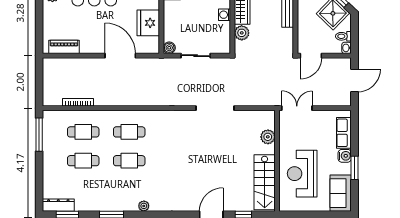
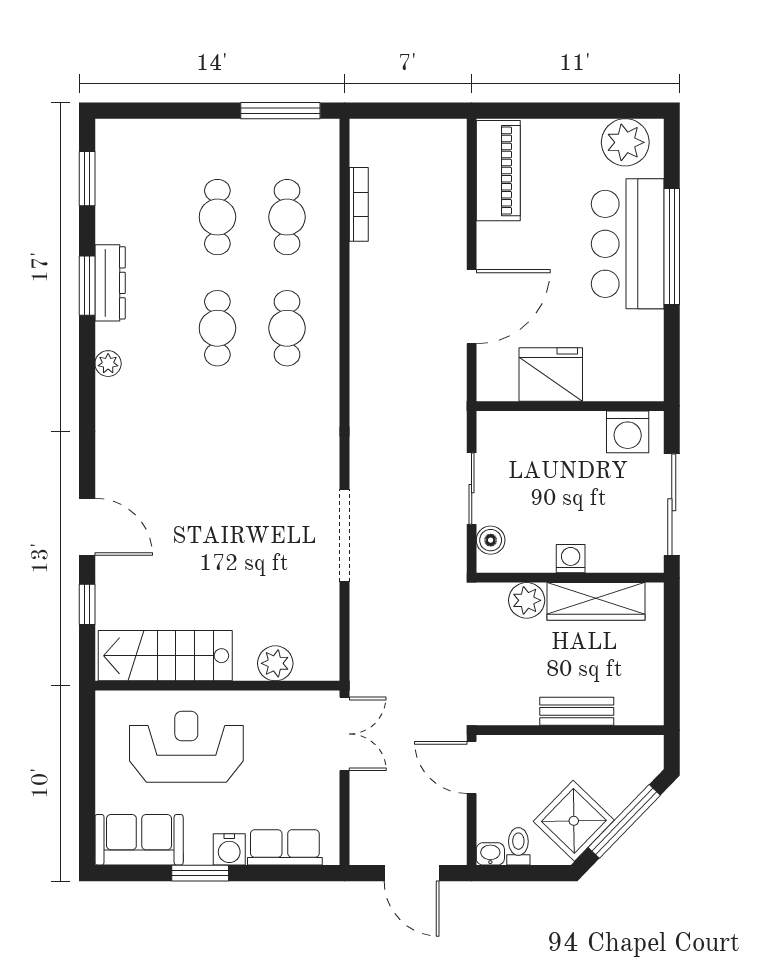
piano: (64, 47) -> (498, 171), width x1.37, depth x1.33
boiler: (169, 48) -> (491, 540), moved
dresser: (58, 205) -> (110, 283), moved

